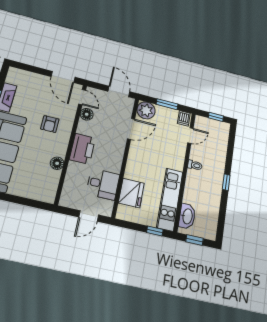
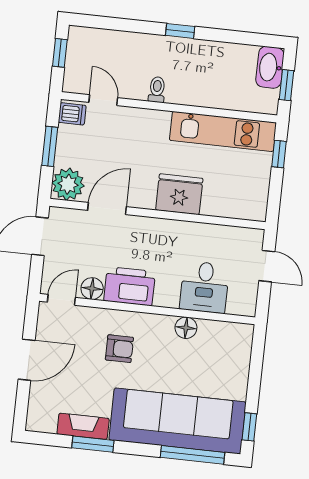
door: (63, 77) -> (27, 360), moved
door: (131, 129) -> (107, 208), hinge flipped
printer: (82, 149) -> (130, 286), moved
desk: (103, 184) -> (204, 287), moved, turned 180
fridge: (131, 193) -> (179, 194), moved
washbasin: (187, 216) -> (270, 67), moved, turned -90

